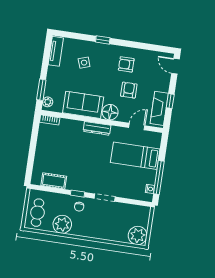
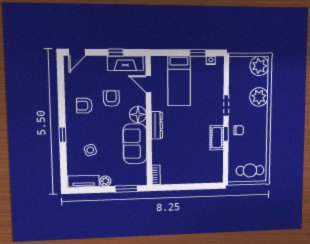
armchair: (126, 64) -> (84, 106), turned 90
armchair: (129, 90) -> (111, 99), turned 90
plant: (48, 102) -> (105, 181), moved
window: (159, 177) -> (198, 53), width x0.46
cot: (54, 181) -> (217, 138), moved
plant: (62, 224) -> (259, 97), moved

